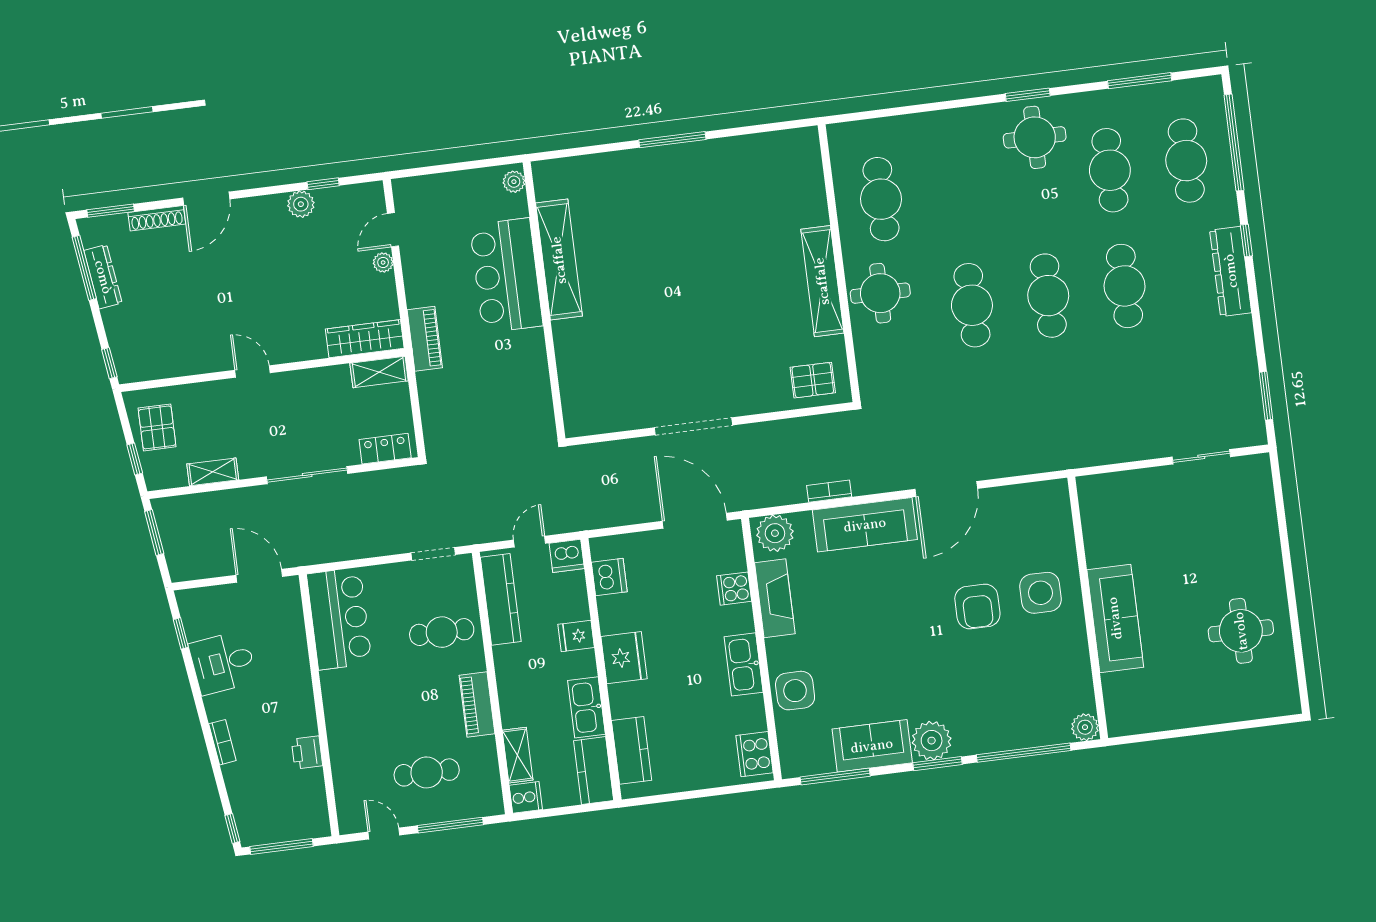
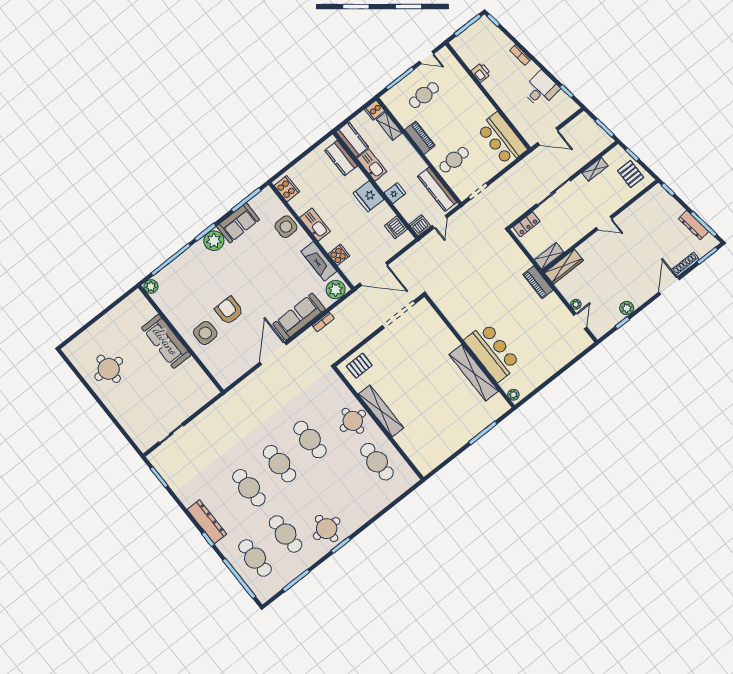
plant: (514, 182) -> (513, 395), moved
shelving: (559, 260) -> (474, 373), moved
bar counter: (506, 275) -> (492, 352), moved
wall: (544, 301) -> (469, 351), moved

